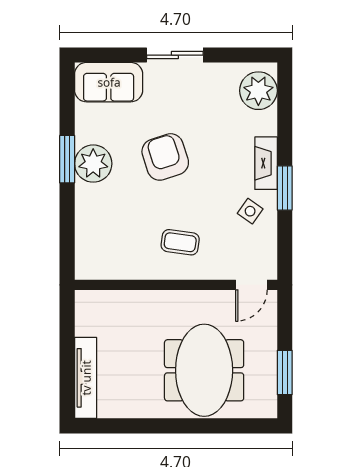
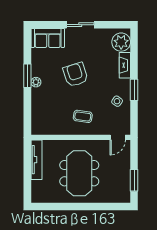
fireplace: (266, 163) -> (125, 65), moved
plant: (93, 164) -> (36, 82), width x0.53, depth x0.53
meeting table: (204, 370) -> (79, 173), moved
tv unit: (86, 378) -> (36, 160), moved

